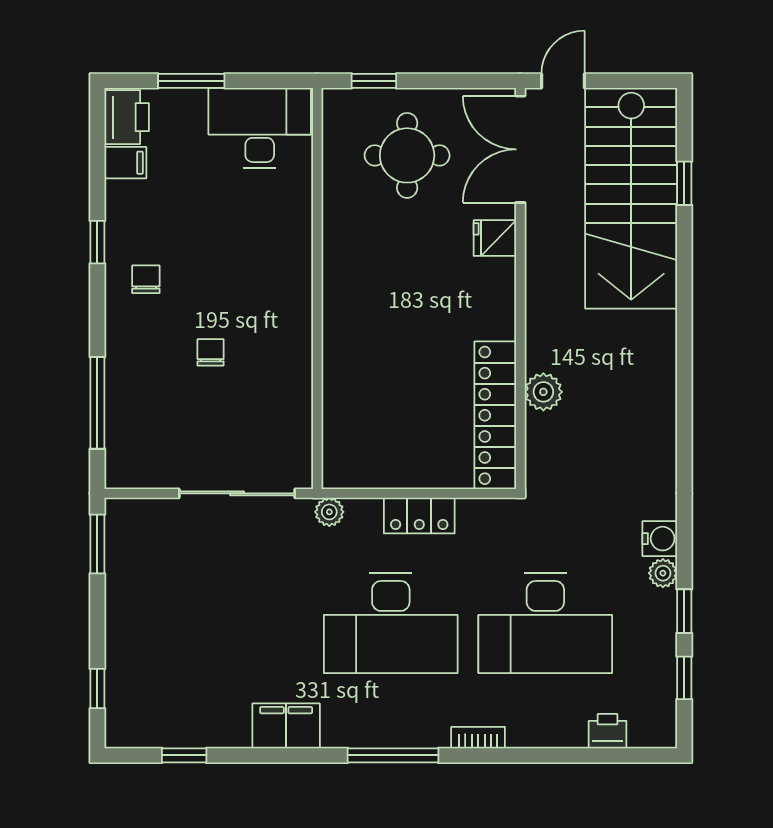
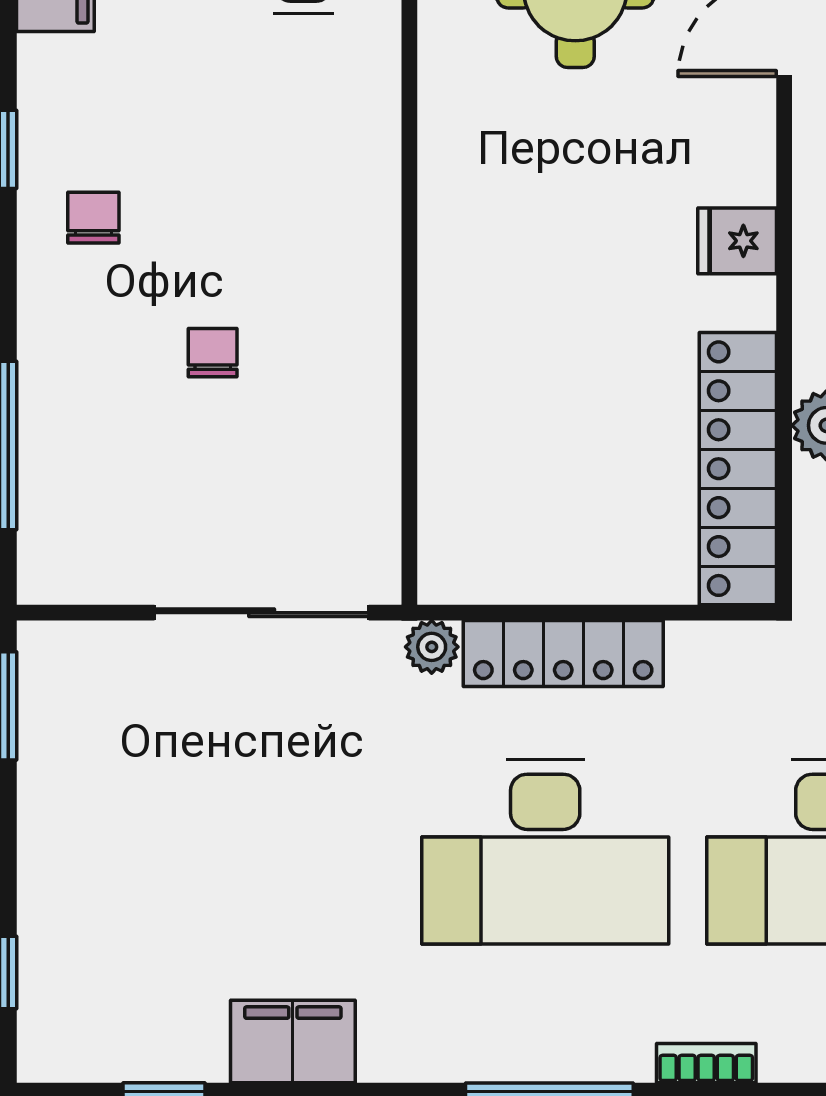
fridge: (495, 238) -> (737, 241), moved
locker: (419, 516) -> (563, 654), width x1.53
filing cabinet: (286, 726) -> (293, 1042), moved

